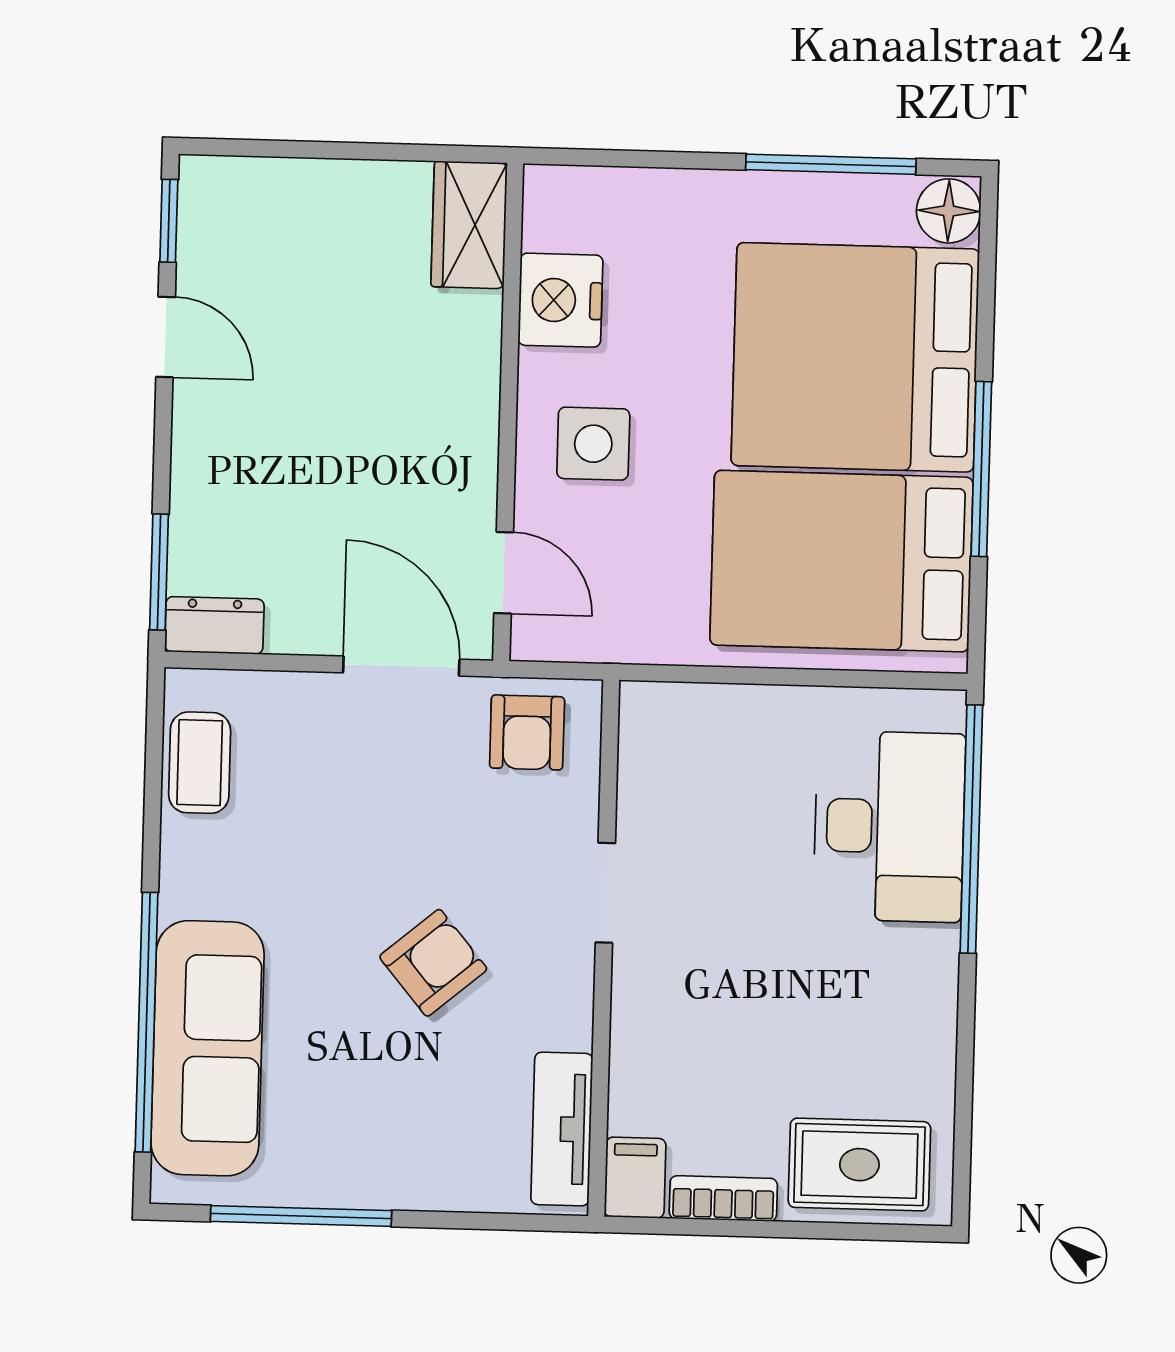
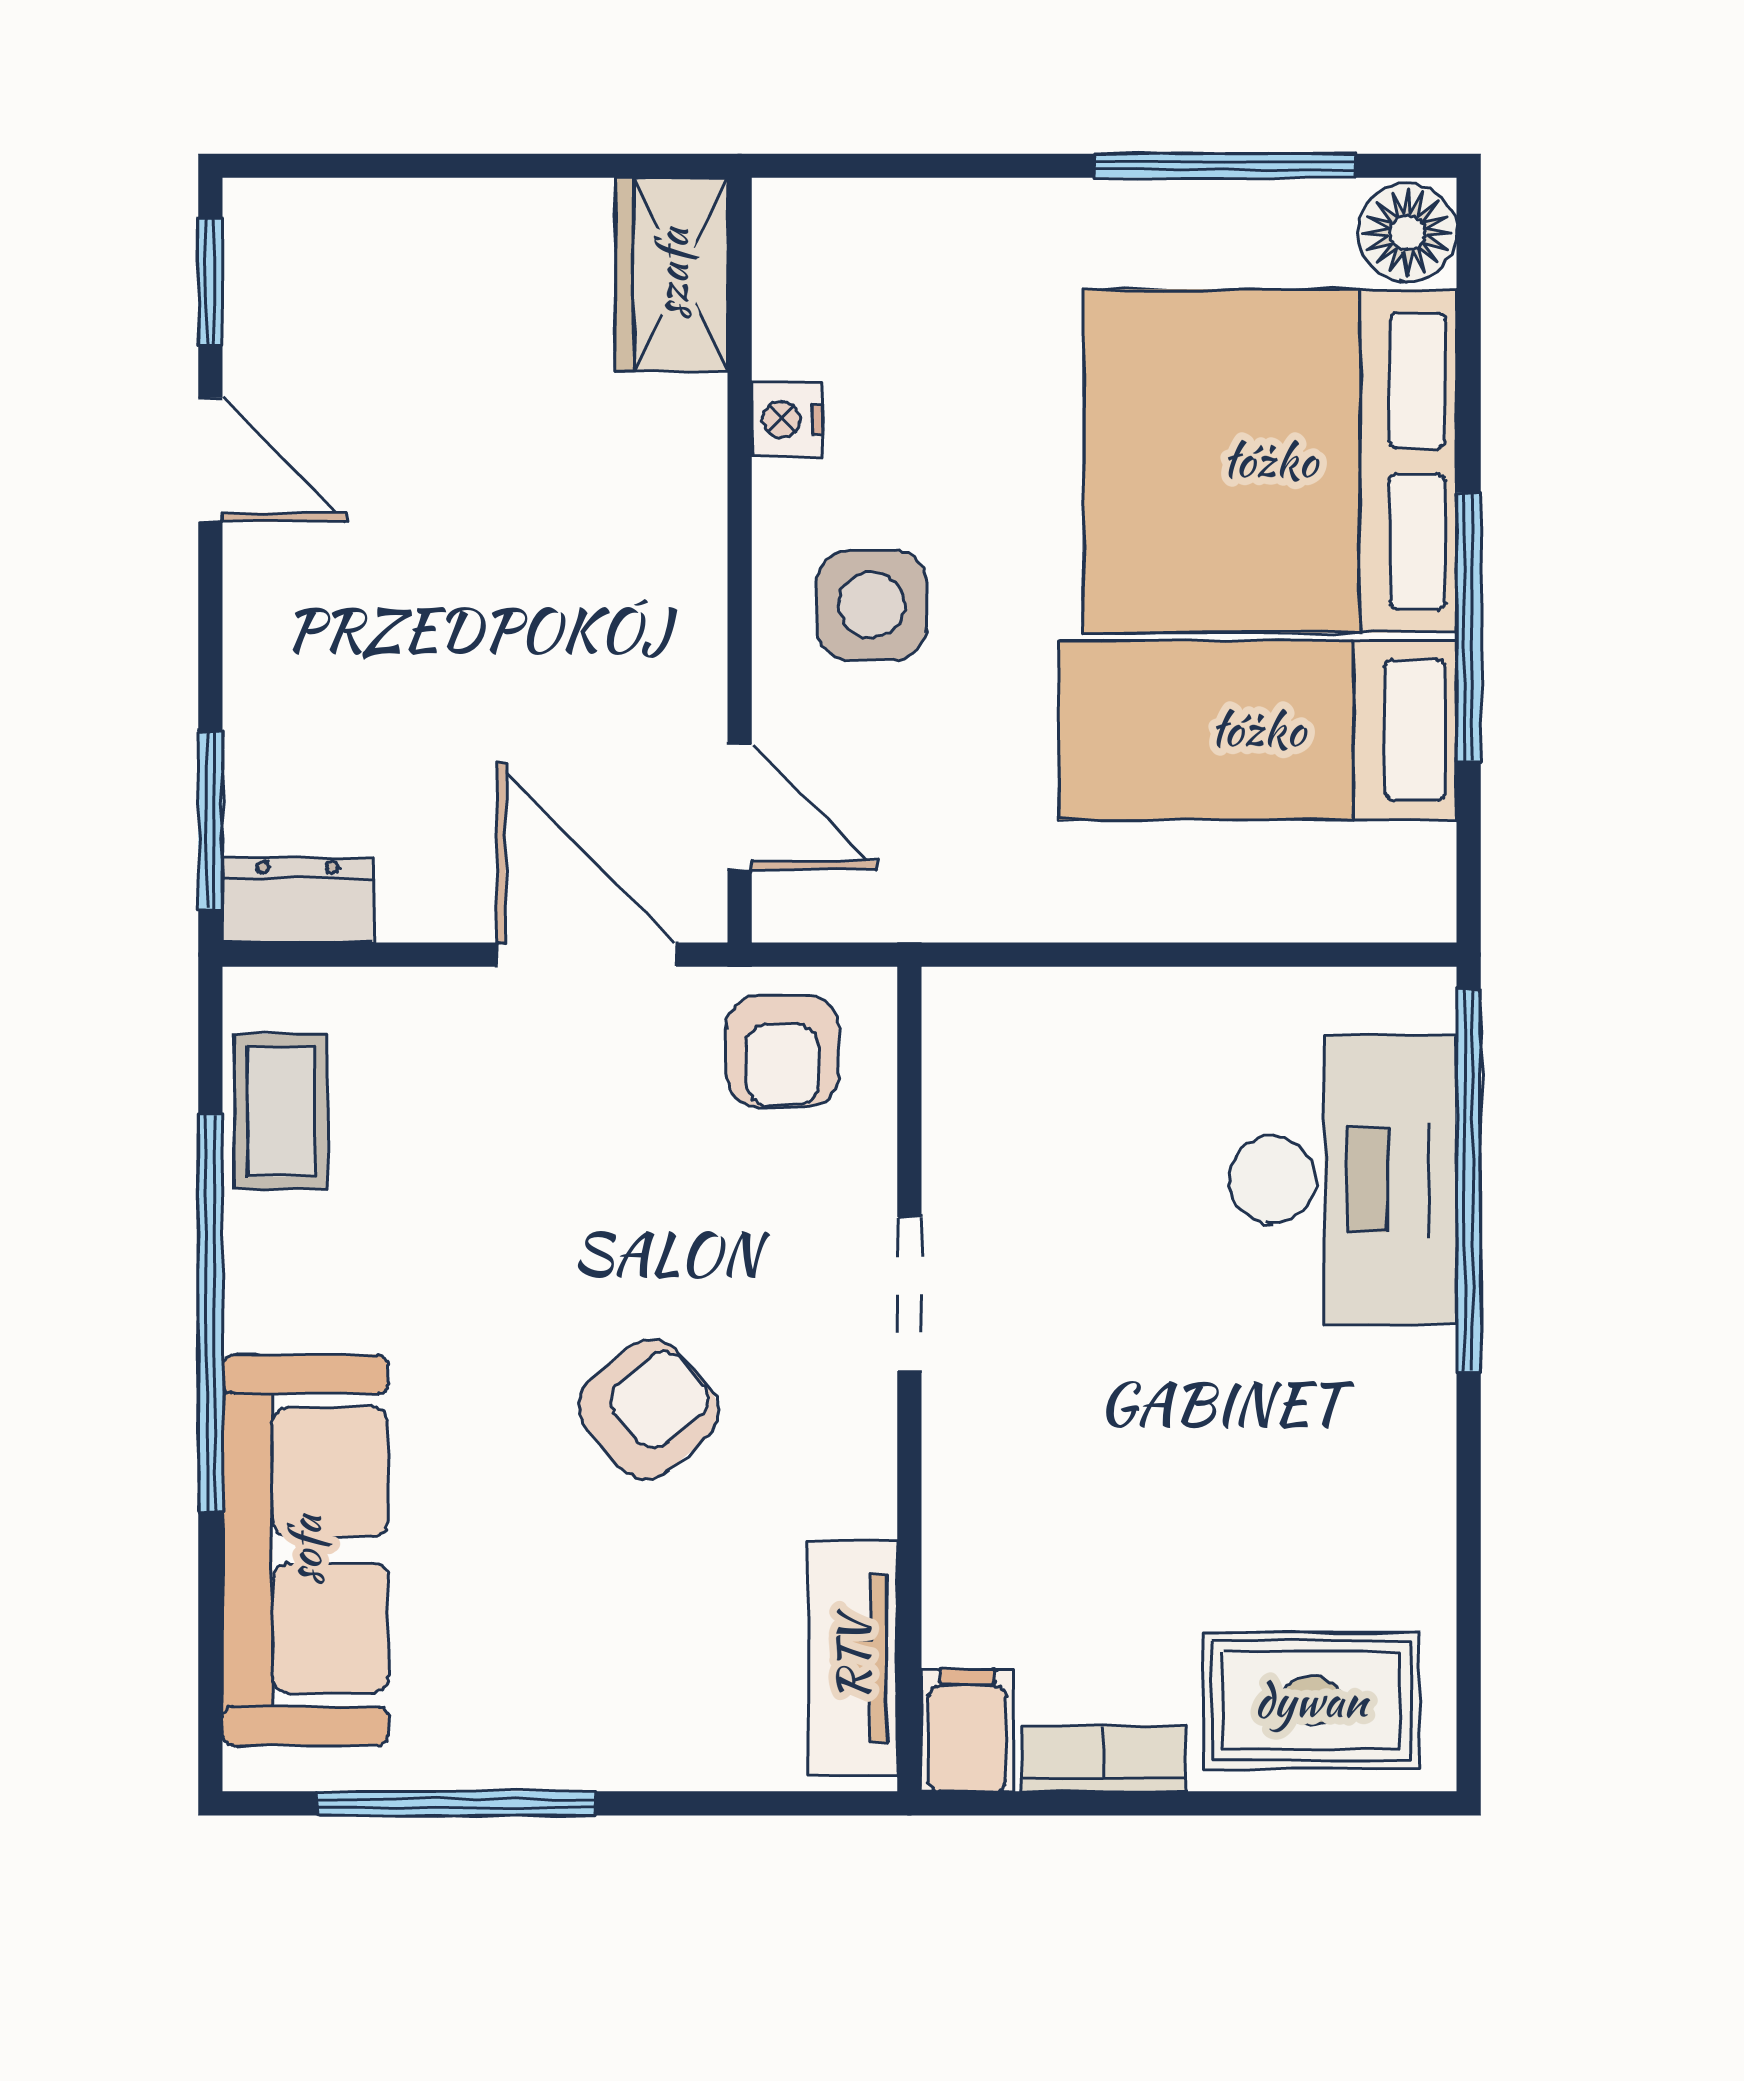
nightstand: (560, 300) -> (787, 419), width x0.53, depth x0.56
bed: (842, 561) -> (1258, 730), width x0.67
window: (146, 1022) -> (210, 1313), moved

